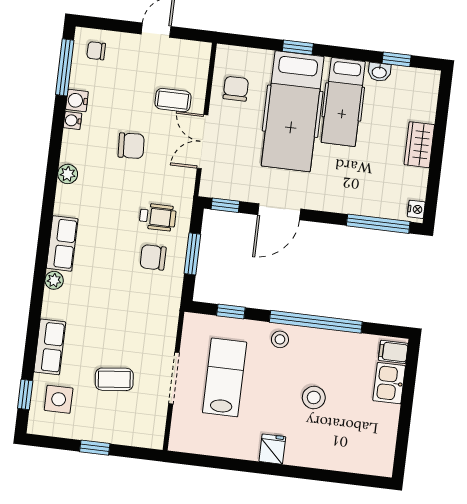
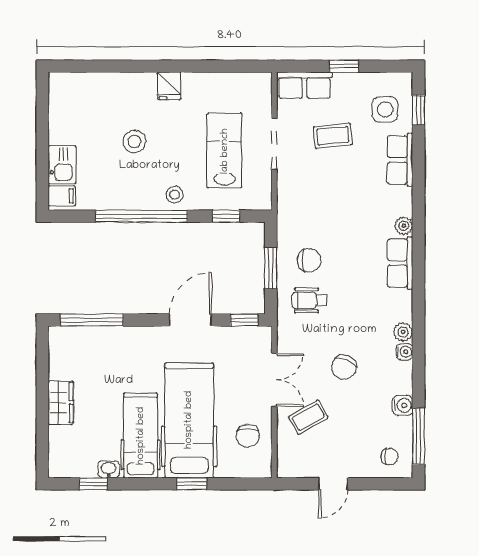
coffee table: (173, 100) -> (308, 417), turned -30
water cooler: (73, 121) -> (405, 352), moved
chair: (131, 146) -> (344, 367), turned -64
nightstand: (416, 209) -> (56, 339), removed
lab bench: (225, 377) -> (225, 151), turned 180
row of seats: (137, 433) -> (304, 85), added

